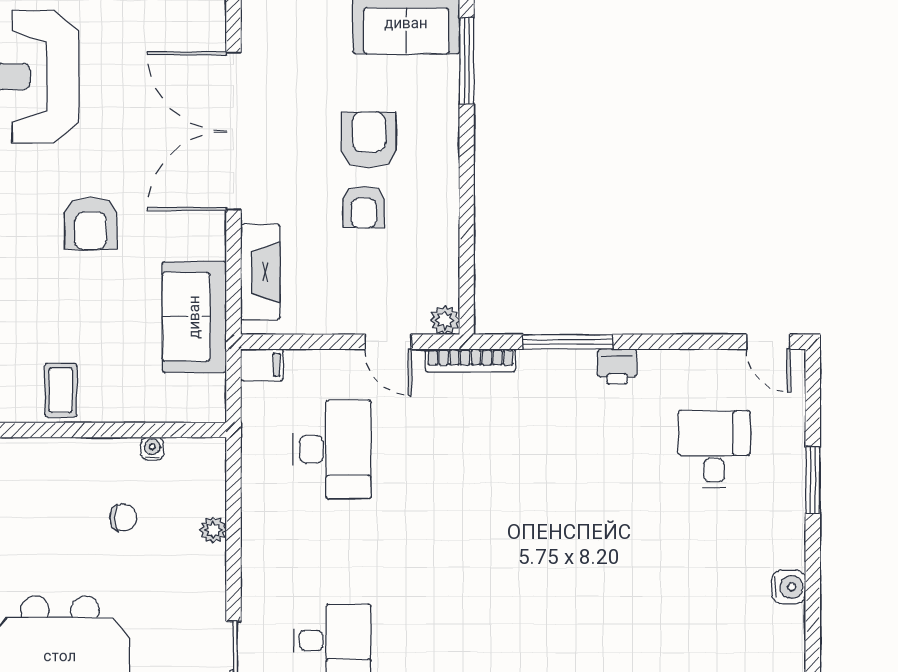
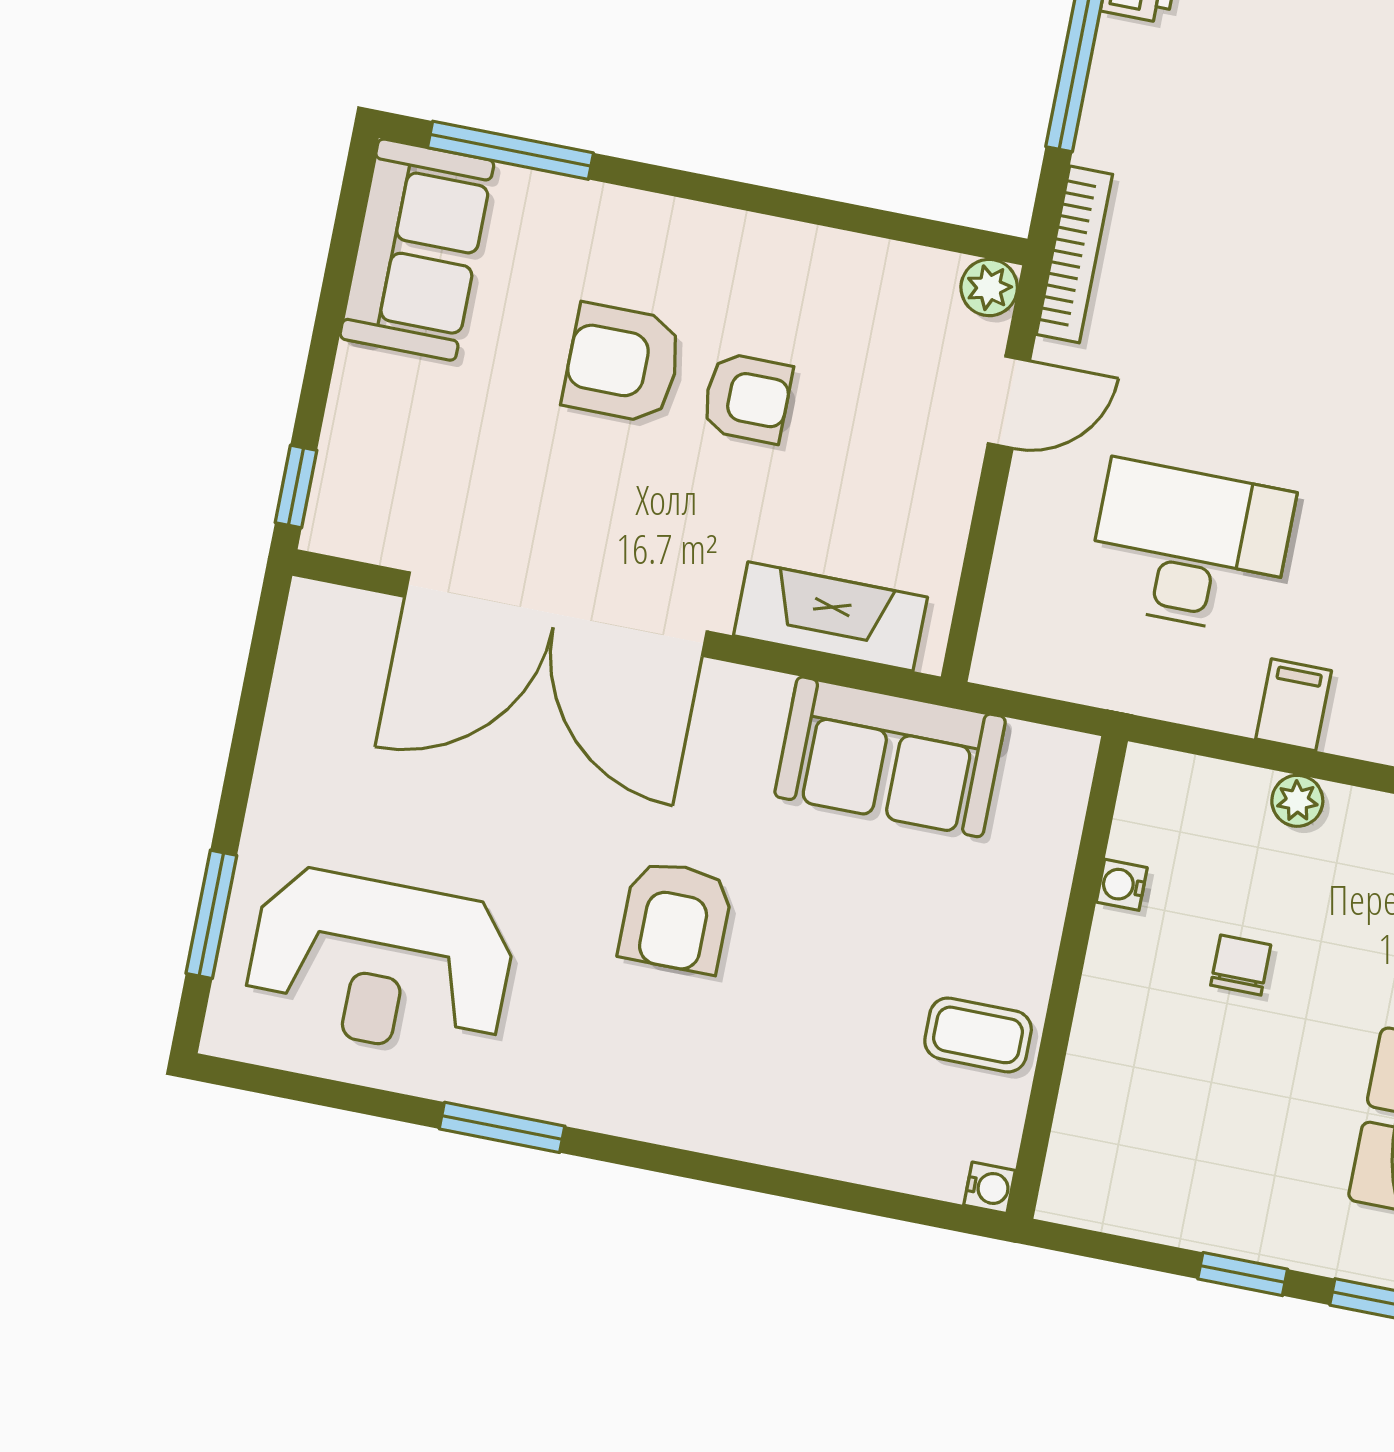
armchair: (91, 223) -> (676, 917), turned 90
filing cabinet: (262, 365) -> (1294, 705), moved

